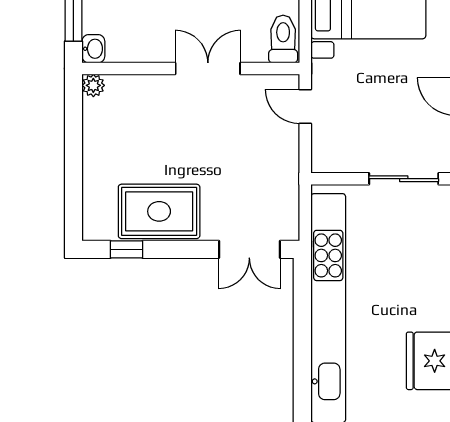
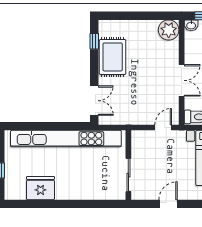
plant: (93, 85) -> (169, 30), width x1.87, depth x1.87
double door: (249, 249) -> (94, 101), swing flipped

